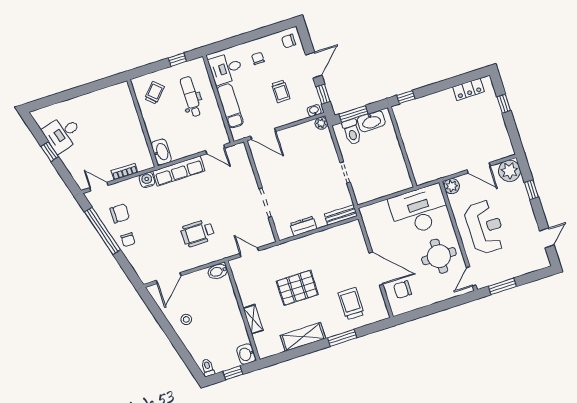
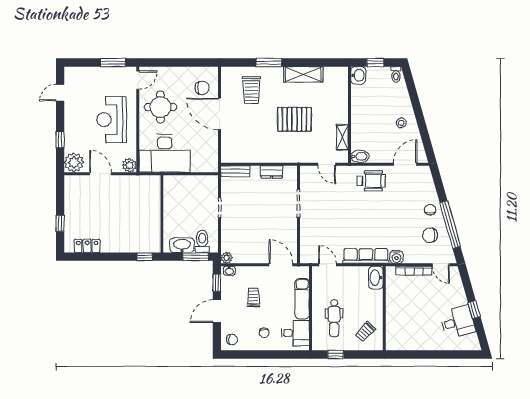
bookcase: (124, 172) -> (414, 271), width x1.56
wheelchair: (198, 233) -> (371, 181), moved
shelving: (253, 319) -> (342, 137), moved

